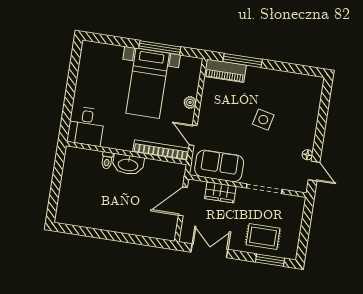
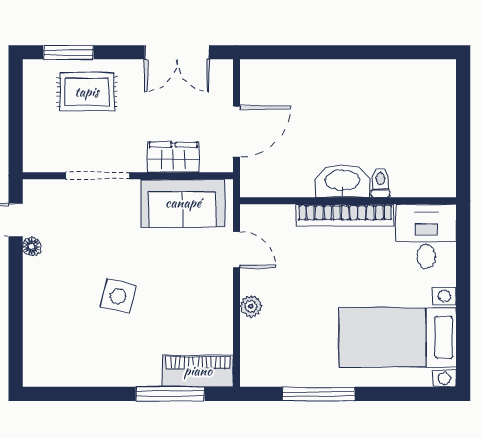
bed with nightstands: (148, 83) -> (398, 337), moved, turned -90
bookcase: (161, 150) -> (345, 215), moved

